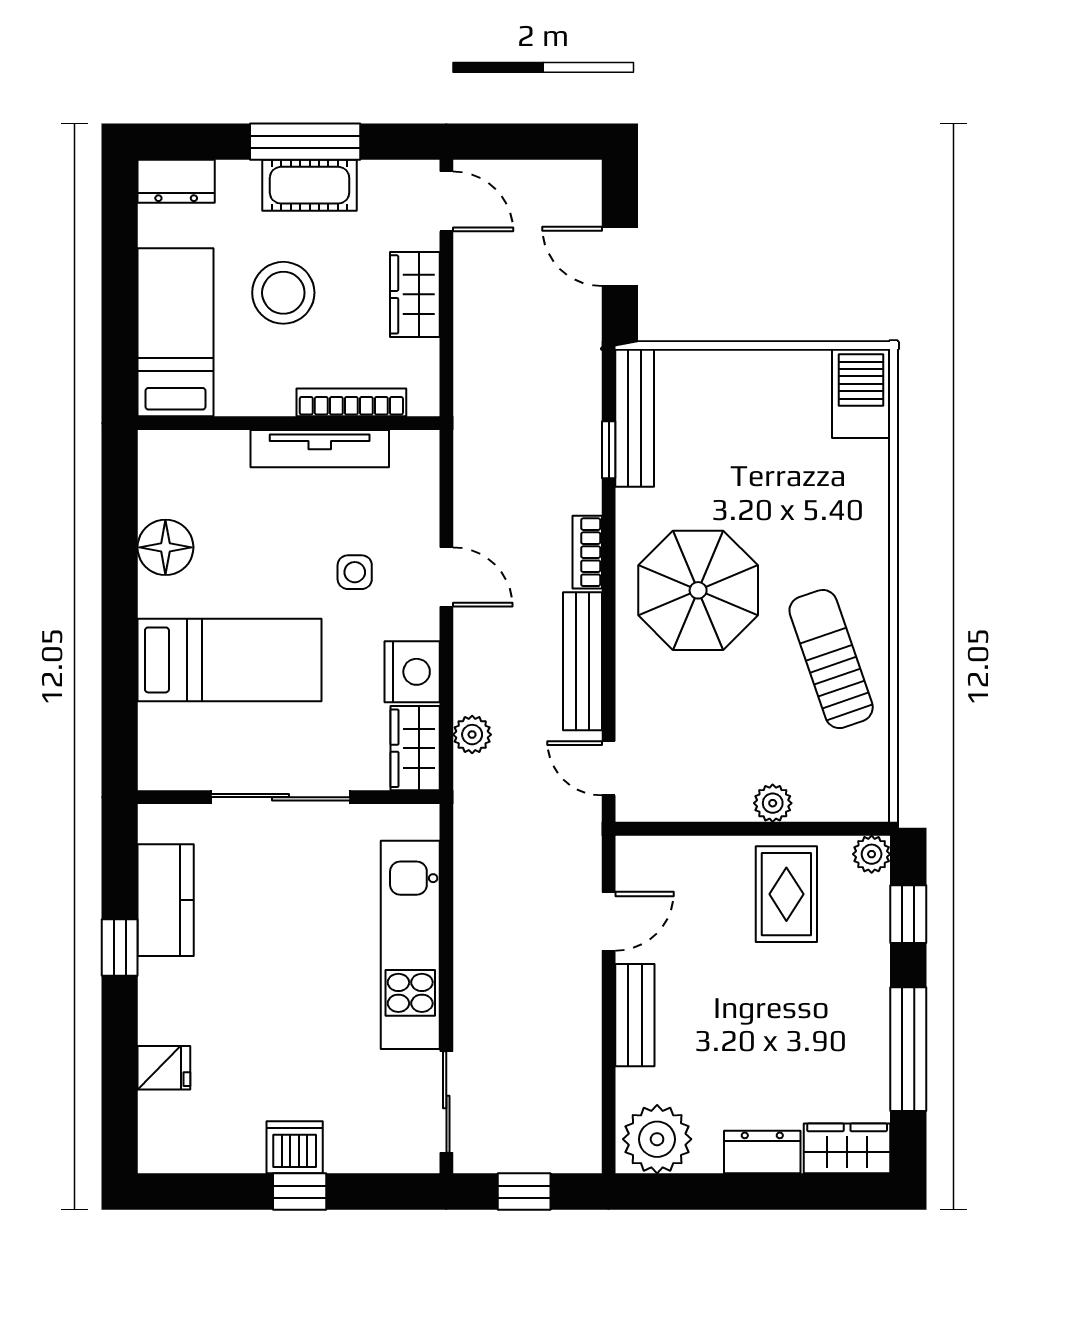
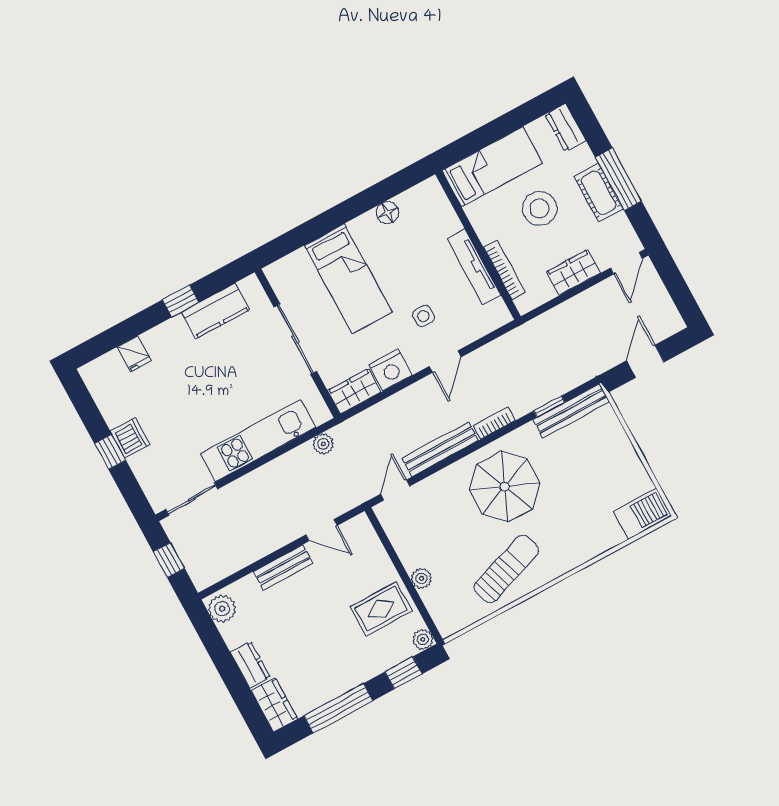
floor lamp: (165, 547) -> (388, 213), width x0.73, depth x0.73
plant: (472, 735) -> (323, 444), moved
plant: (657, 1139) -> (222, 609), width x0.73, depth x0.73

